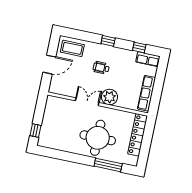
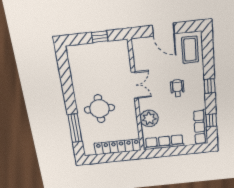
row of seats: (148, 59) -> (201, 127), width x1.48
plant: (109, 97) -> (149, 118), moved
window: (36, 130) -> (100, 37), moved
round table: (98, 138) -> (99, 109), width x0.73, depth x0.73

